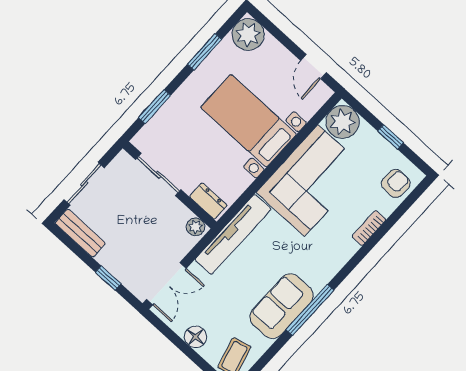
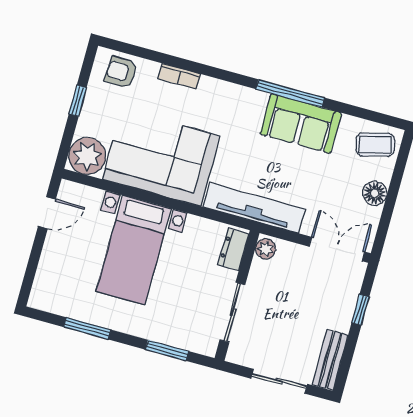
plant: (248, 34) -> (48, 294), removed

